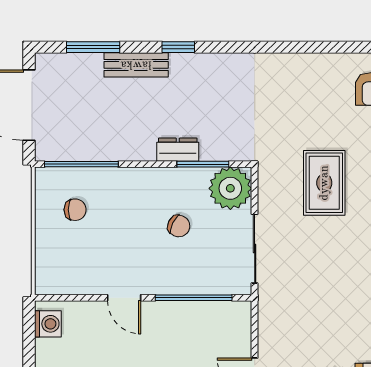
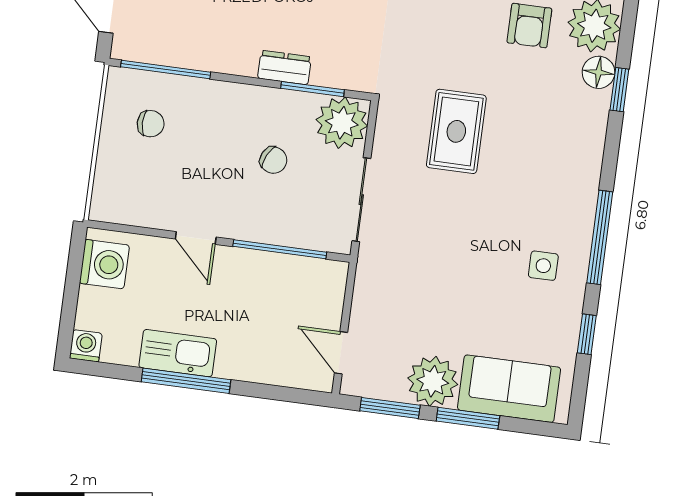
washing machine: (48, 324) -> (104, 264), width x1.38, depth x1.38

